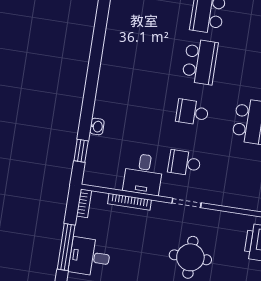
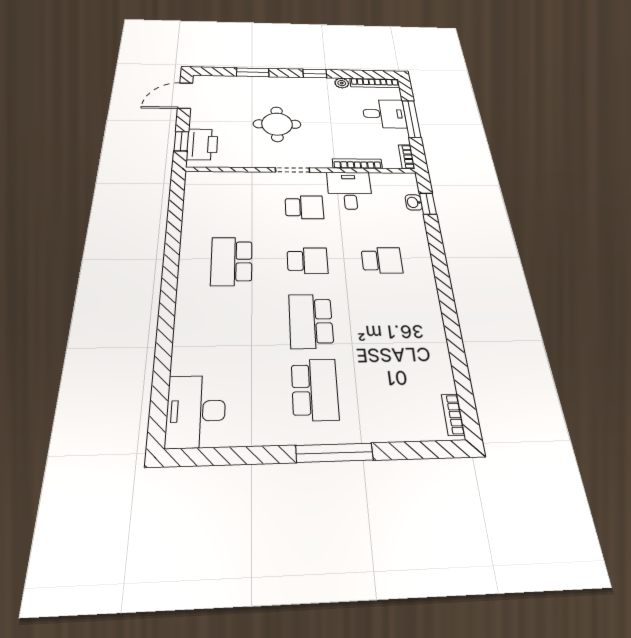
school desk: (135, 103) -> (382, 260), added
washbasin: (97, 126) -> (414, 202), moved

